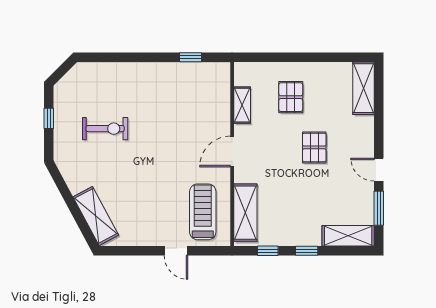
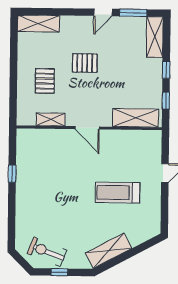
window: (190, 57) -> (12, 174), moved
pallet: (291, 97) -> (45, 81), turned 90
exercise bike: (105, 129) -> (47, 252), moved, turned -69
treadmill: (203, 212) -> (118, 193), moved
shelving: (96, 216) -> (109, 251), moved

